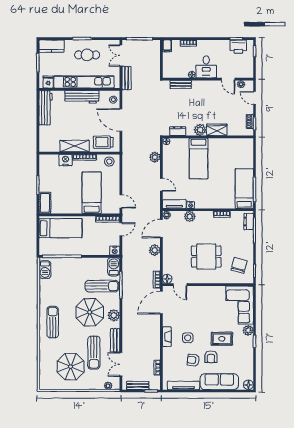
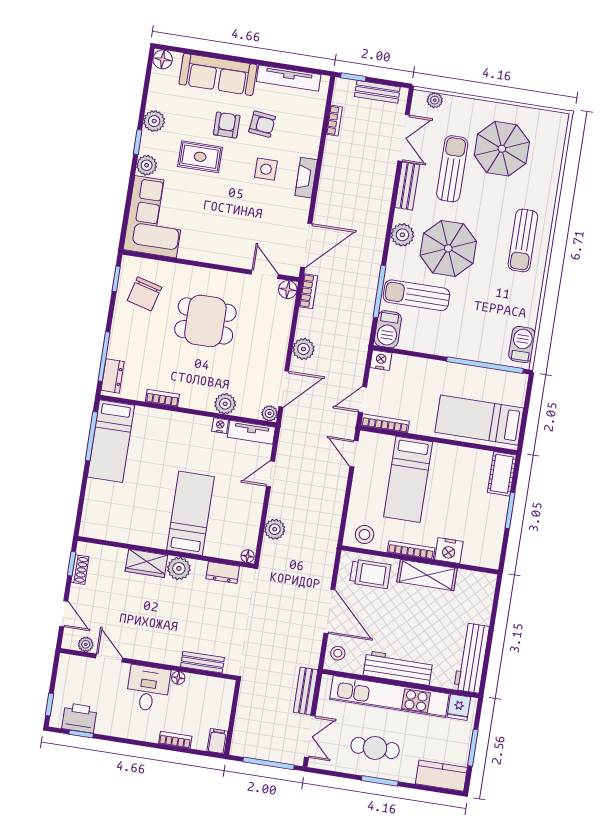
door: (161, 185) -> (271, 474), hinge flipped
plant: (248, 353) -> (154, 121), added

